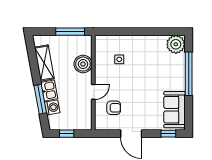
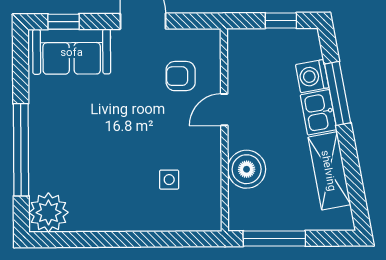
sofa: (174, 110) -> (72, 52), moved, turned 90

